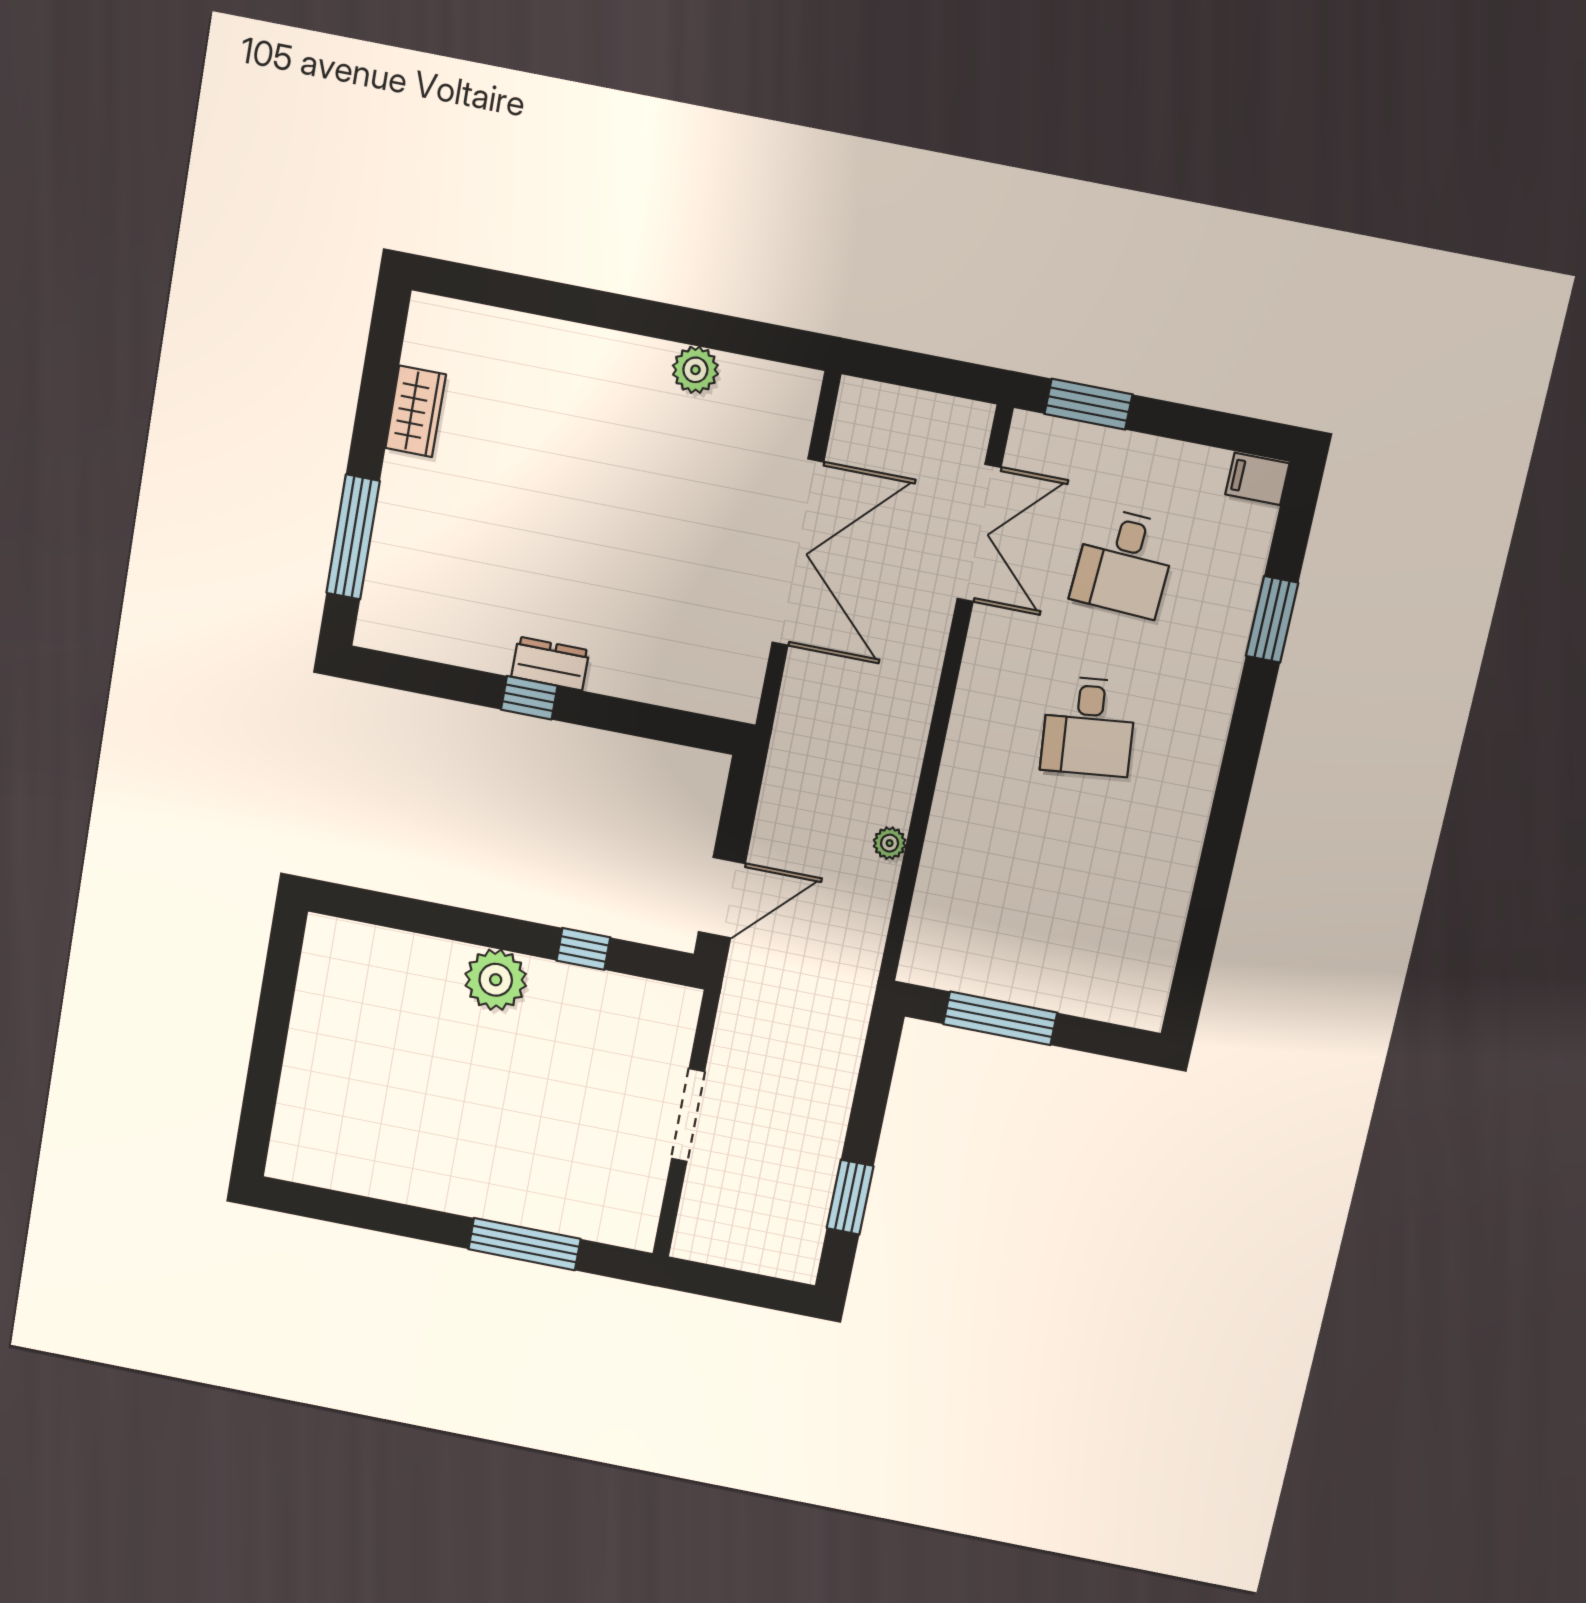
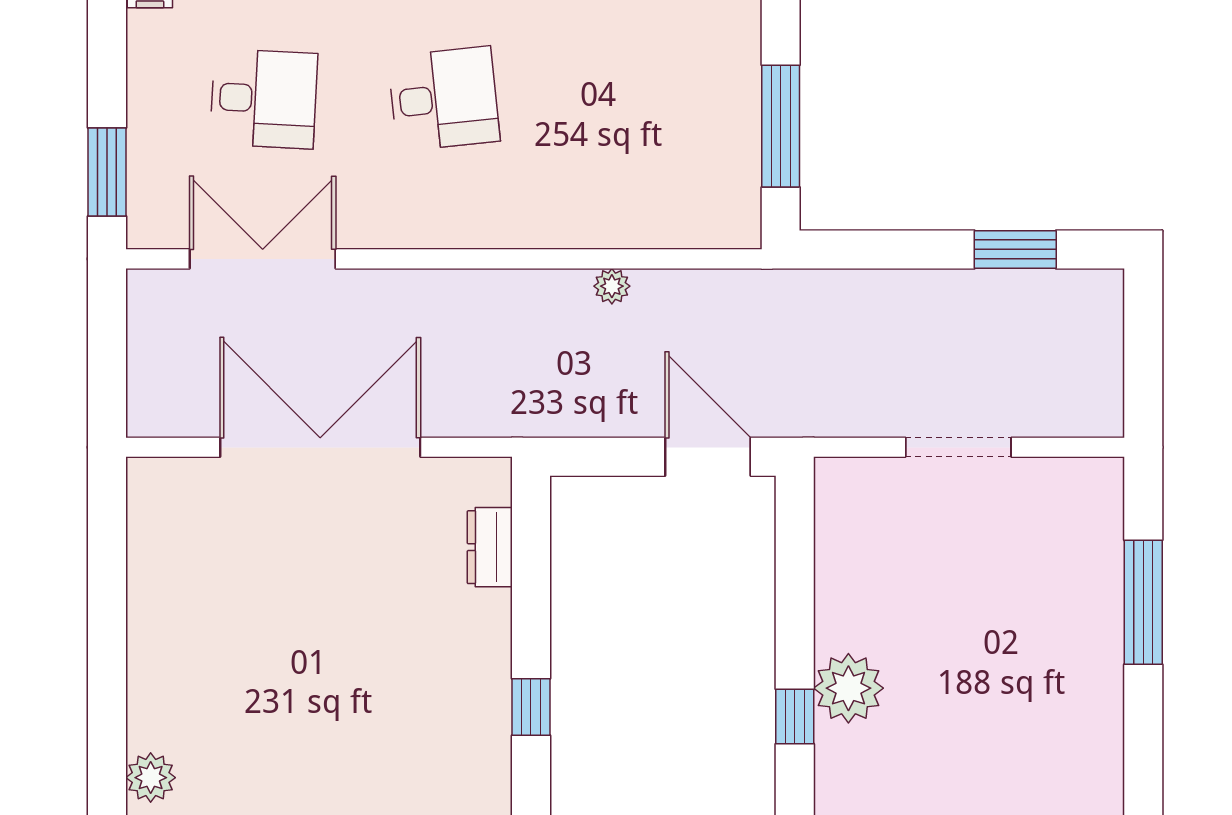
plant: (695, 370) -> (151, 778), moved
dresser: (550, 664) -> (490, 547), moved
window: (583, 949) -> (795, 717), moved

